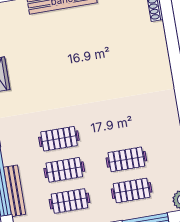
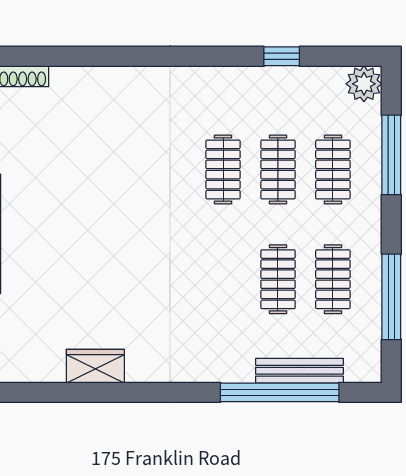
clothes rail: (59, 139) -> (223, 169), moved

